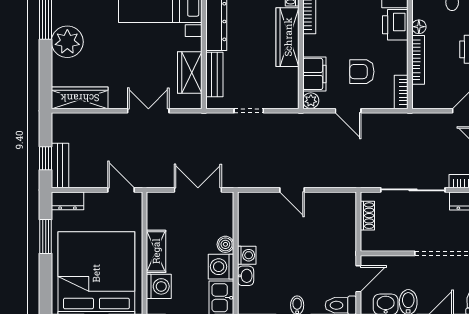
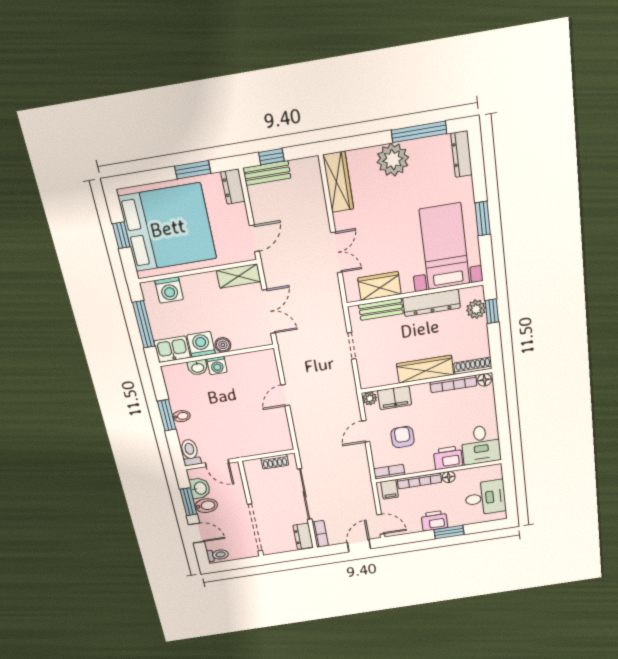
filing cabinet: (423, 95) -> (390, 489), added
shelving: (156, 251) -> (238, 276), moved

